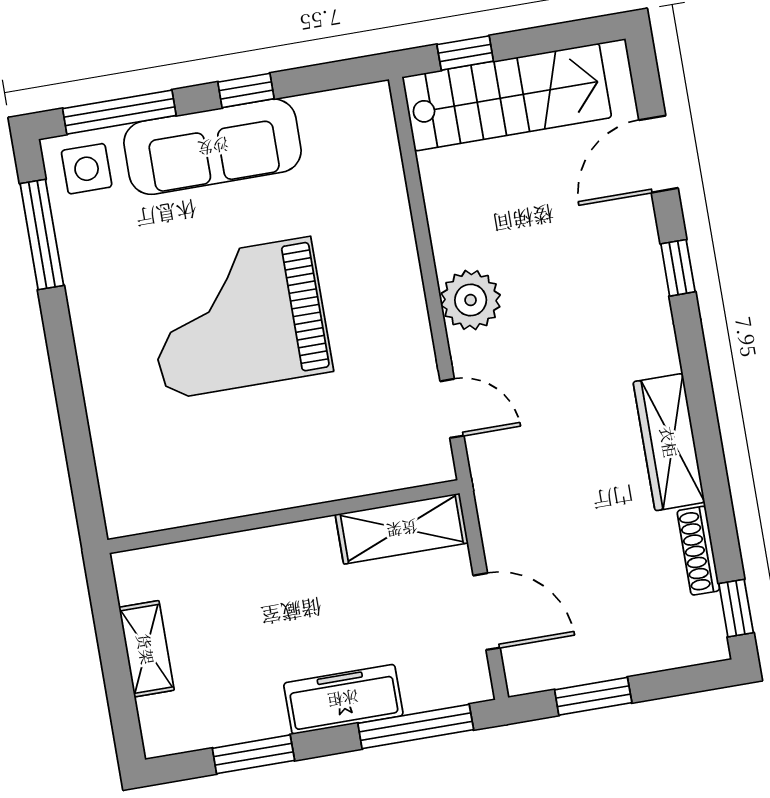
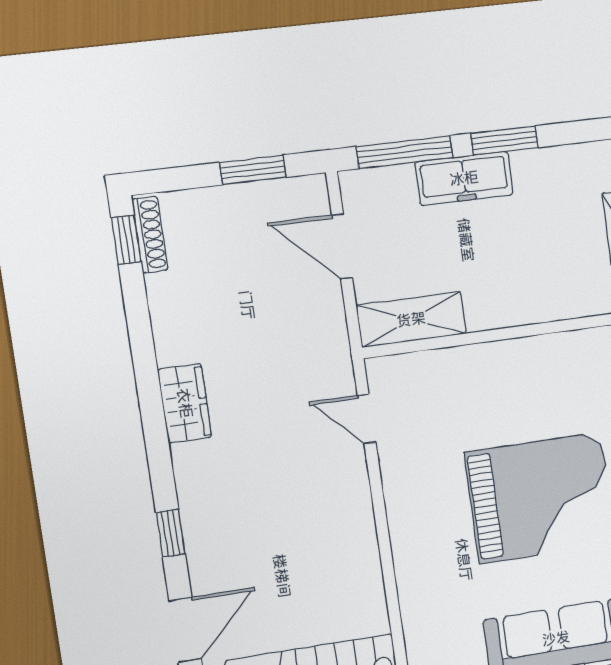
plant: (471, 300) -> (348, 509), removed
wardrobe: (669, 442) -> (185, 403), width x0.67
shoe rack: (698, 551) -> (150, 235), moved
window: (253, 754) -> (504, 140), moved

